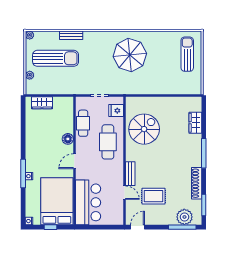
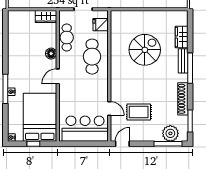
wardrobe: (42, 103) -> (46, 17), moved
spiral stairs: (144, 129) -> (145, 50), moved
bench: (130, 174) -> (183, 61), moved
bar counter: (88, 202) -> (85, 129), moved, turned -90

